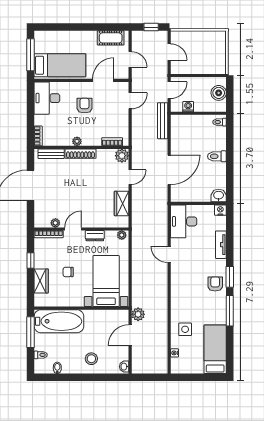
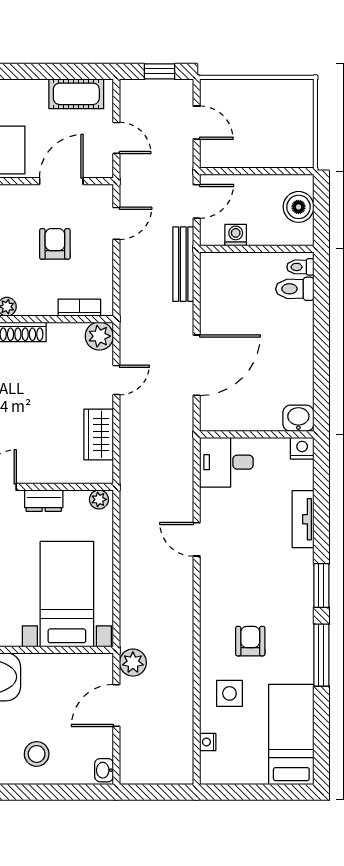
armchair: (85, 106) -> (55, 244), moved
toilet: (217, 156) -> (295, 289), moved
desk: (184, 221) -> (226, 462), width x0.73
armchair: (215, 284) -> (250, 641), moved

